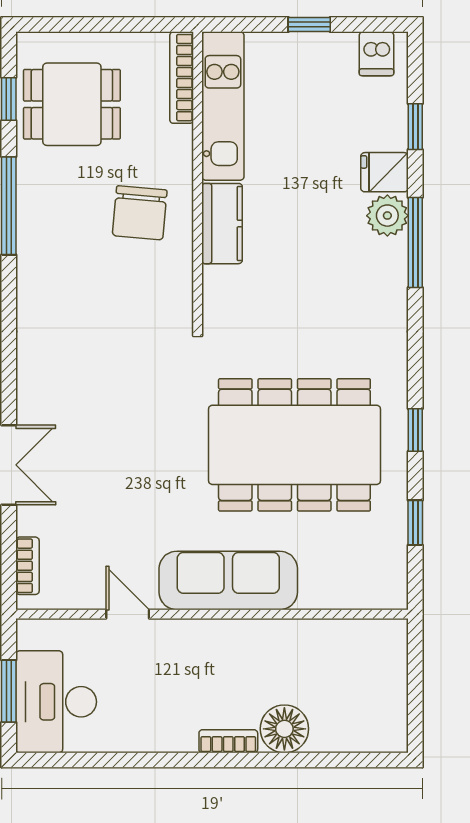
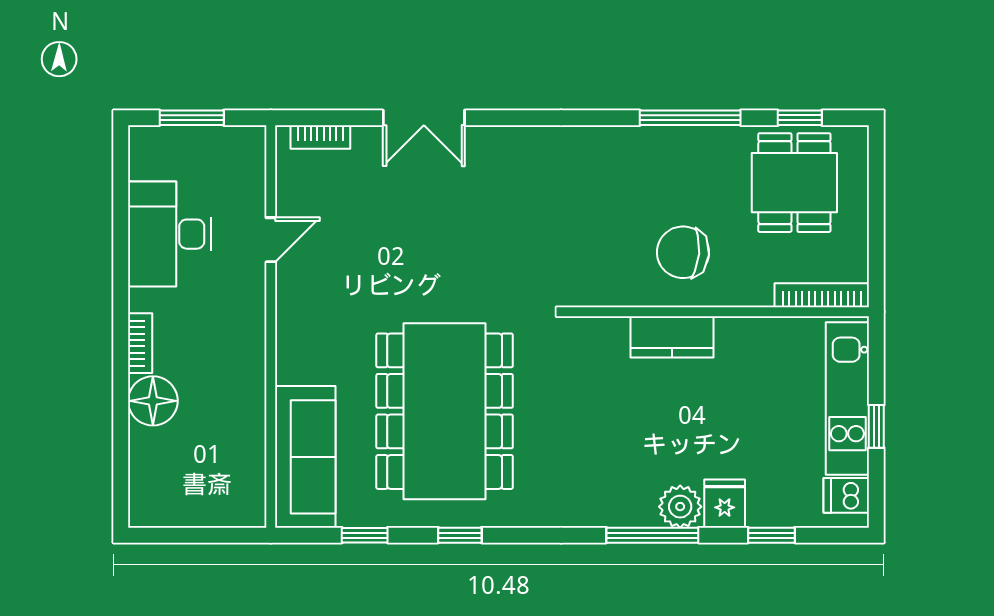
kitchen unit: (223, 106) -> (847, 399), moved, turned 90
sofa: (228, 580) -> (305, 457), moved
desk: (56, 702) -> (169, 234), moved, turned -90

